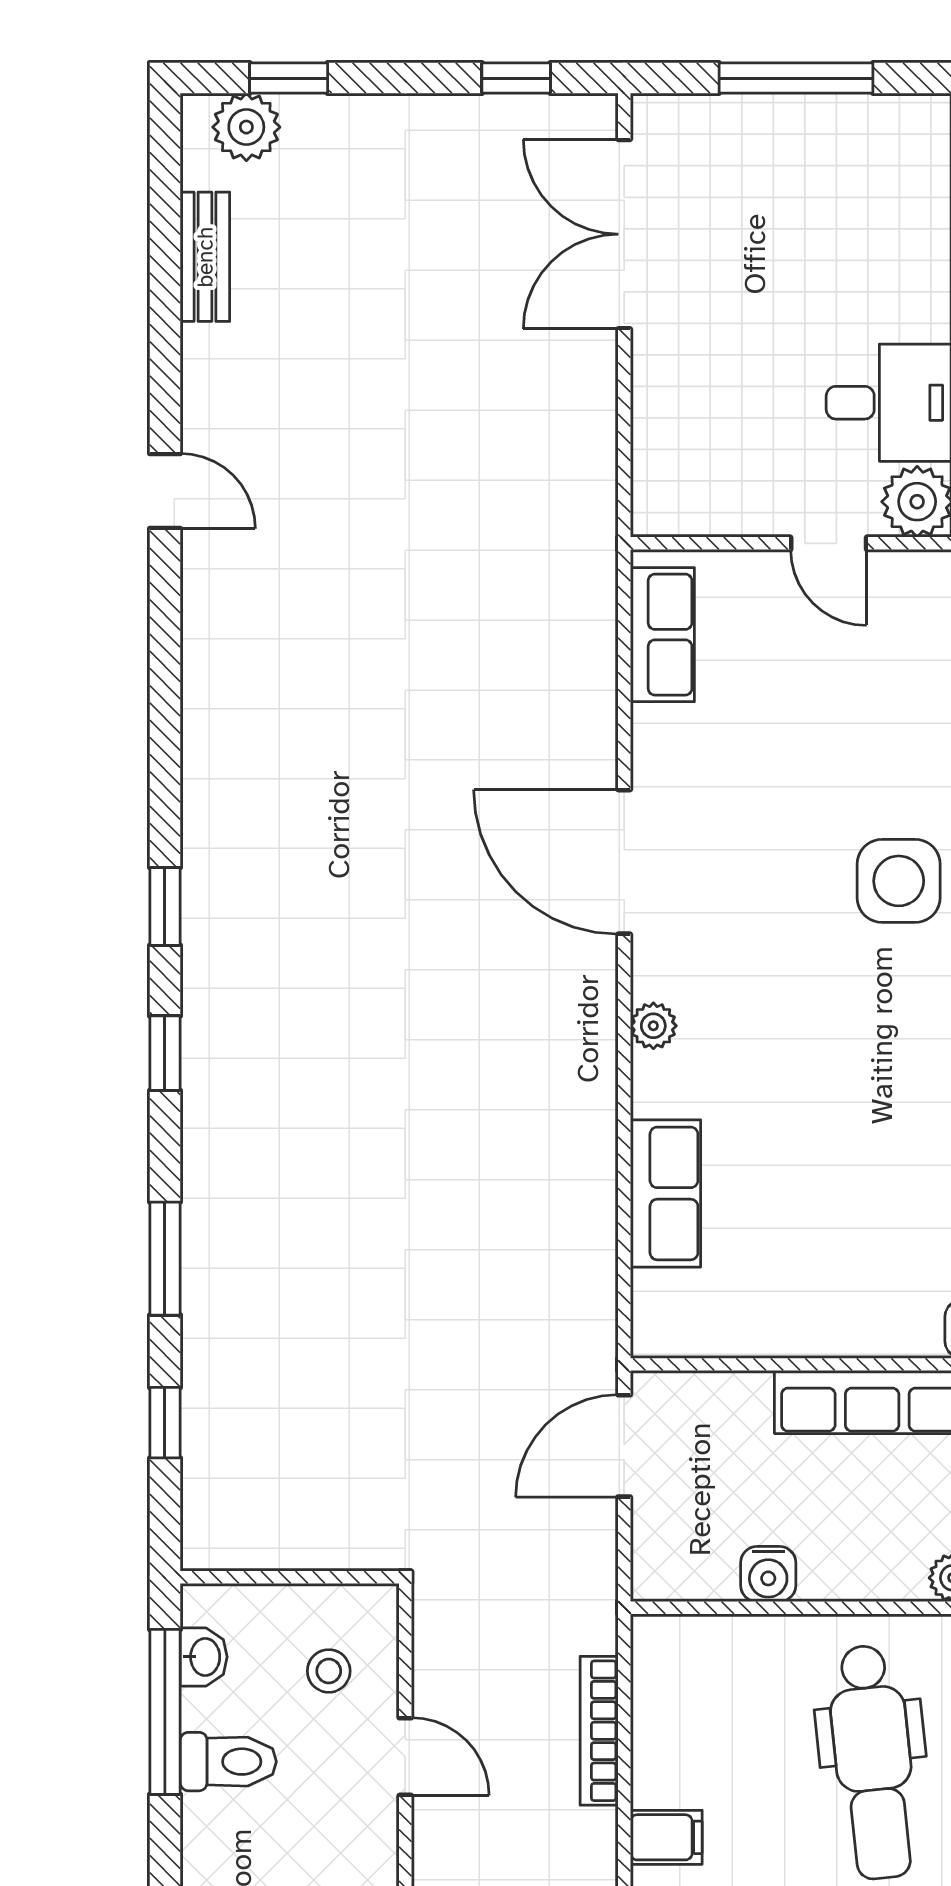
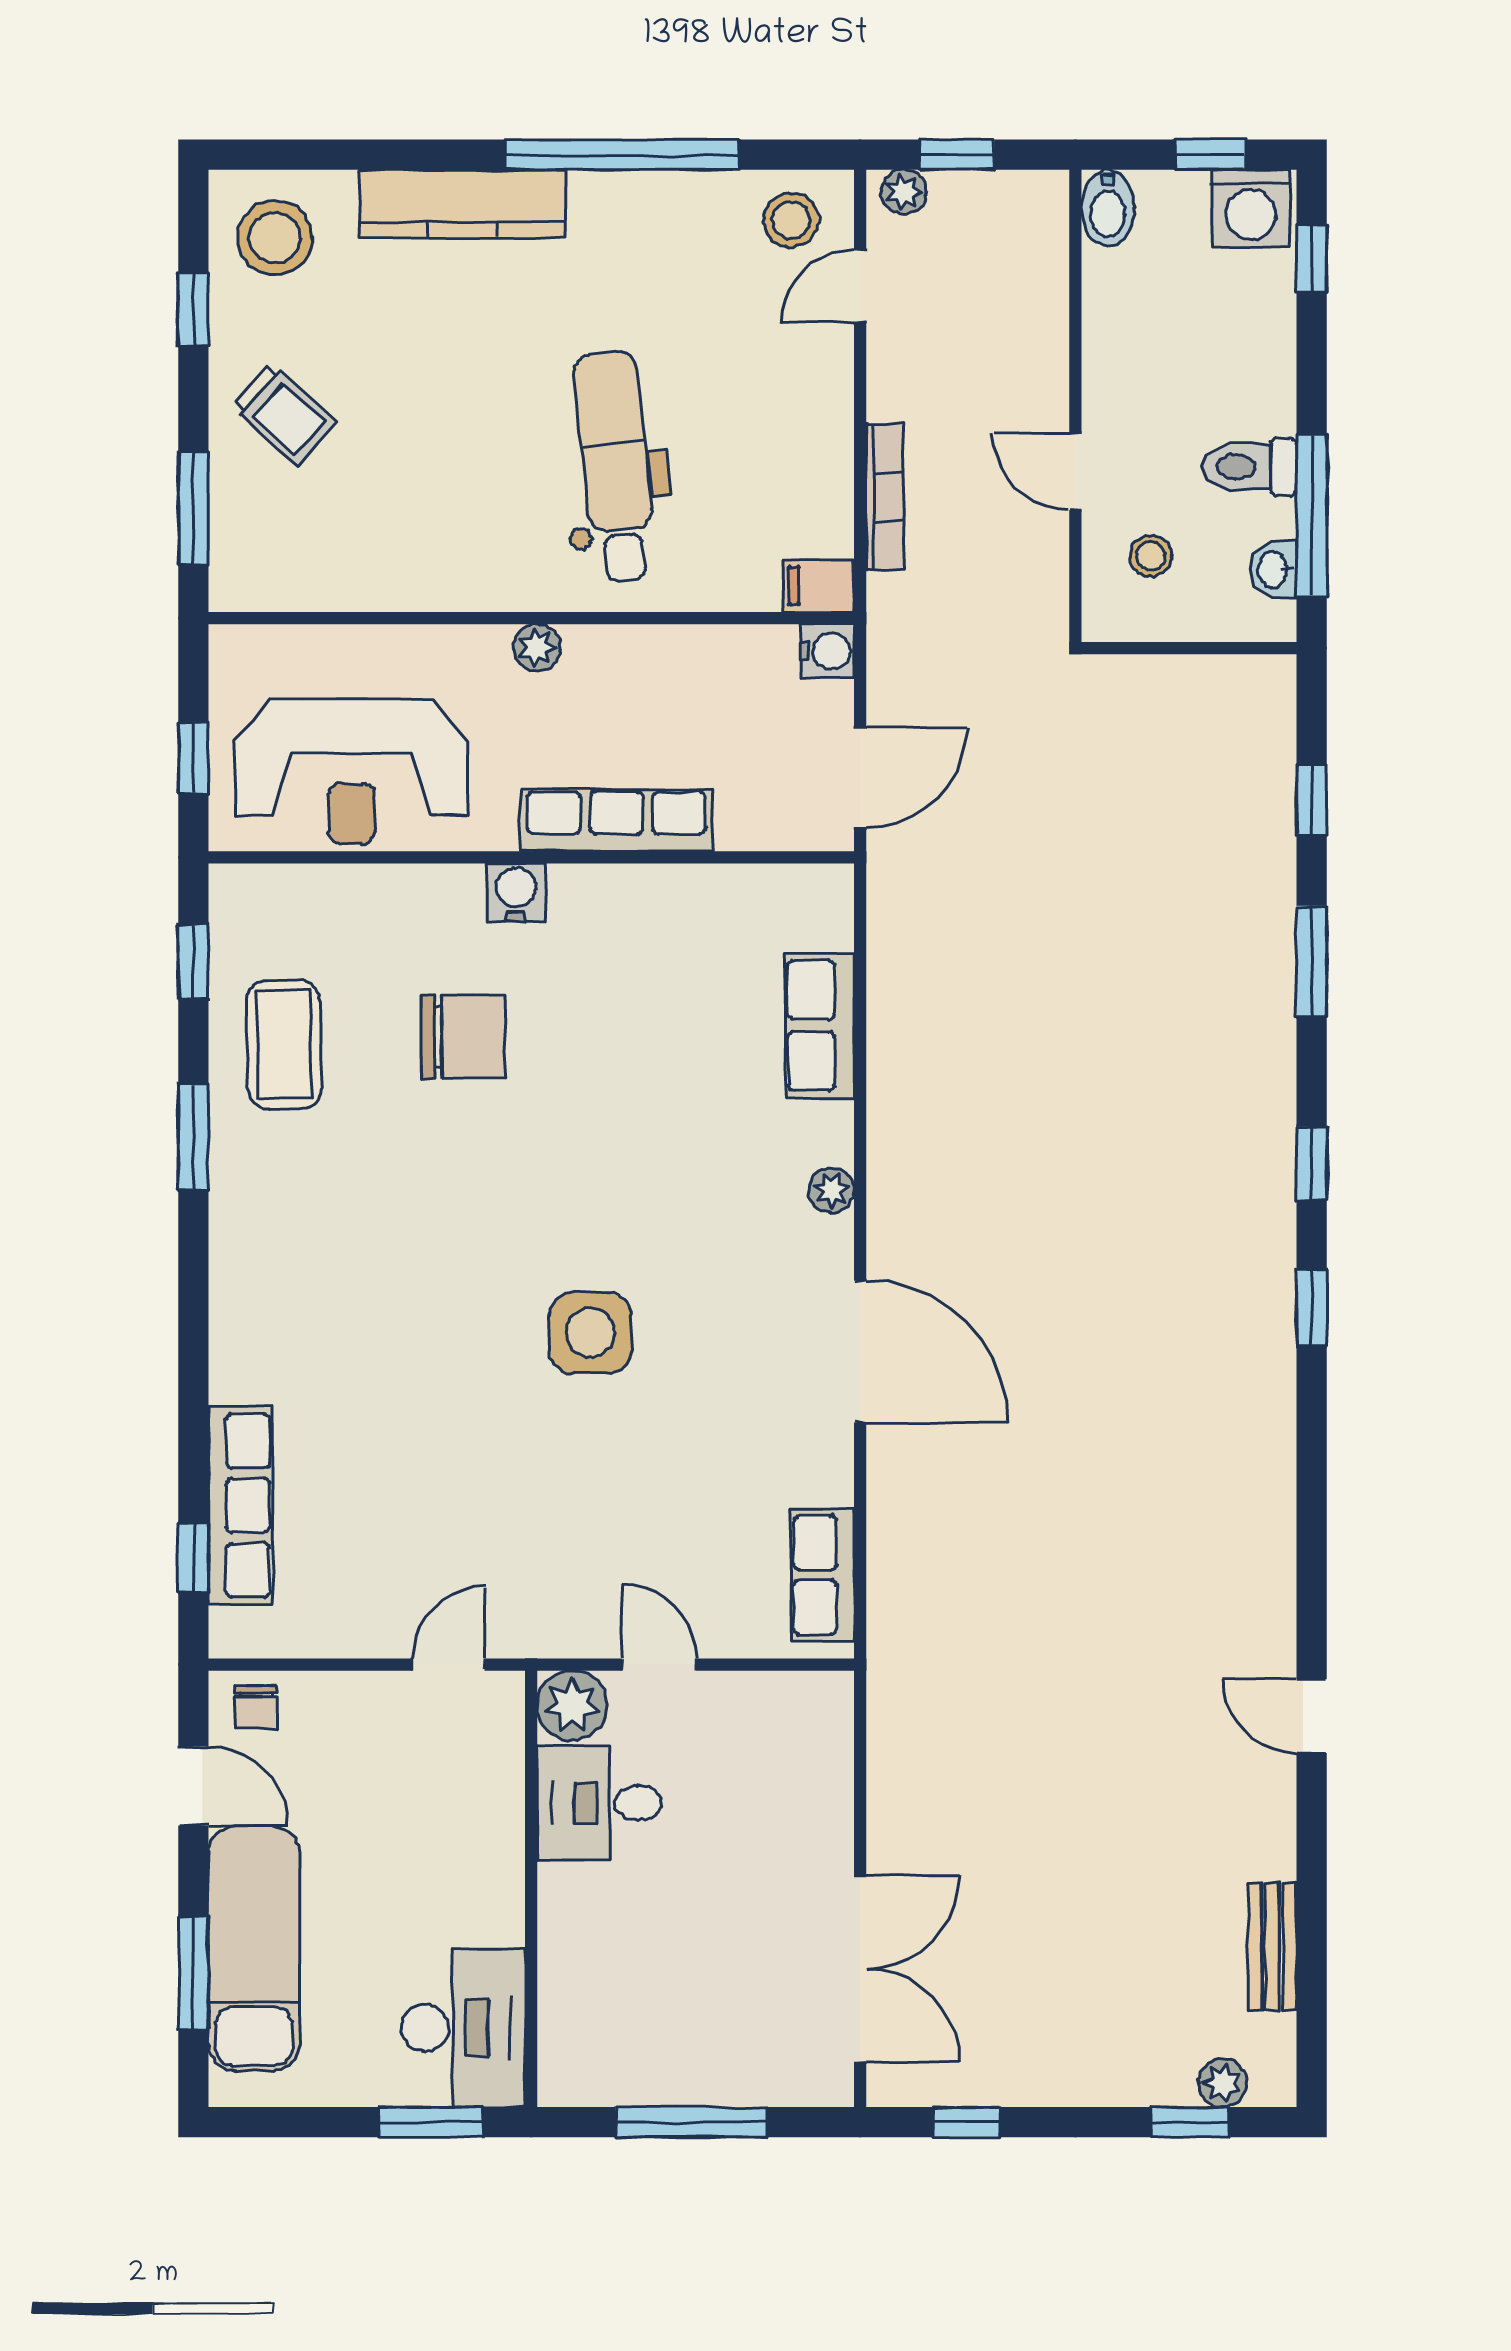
plant: (246, 127) -> (1223, 2083), width x0.73, depth x0.73
water cooler: (768, 1574) -> (827, 651), moved, turned 90
filing cabinet: (666, 1837) -> (819, 586), moved

